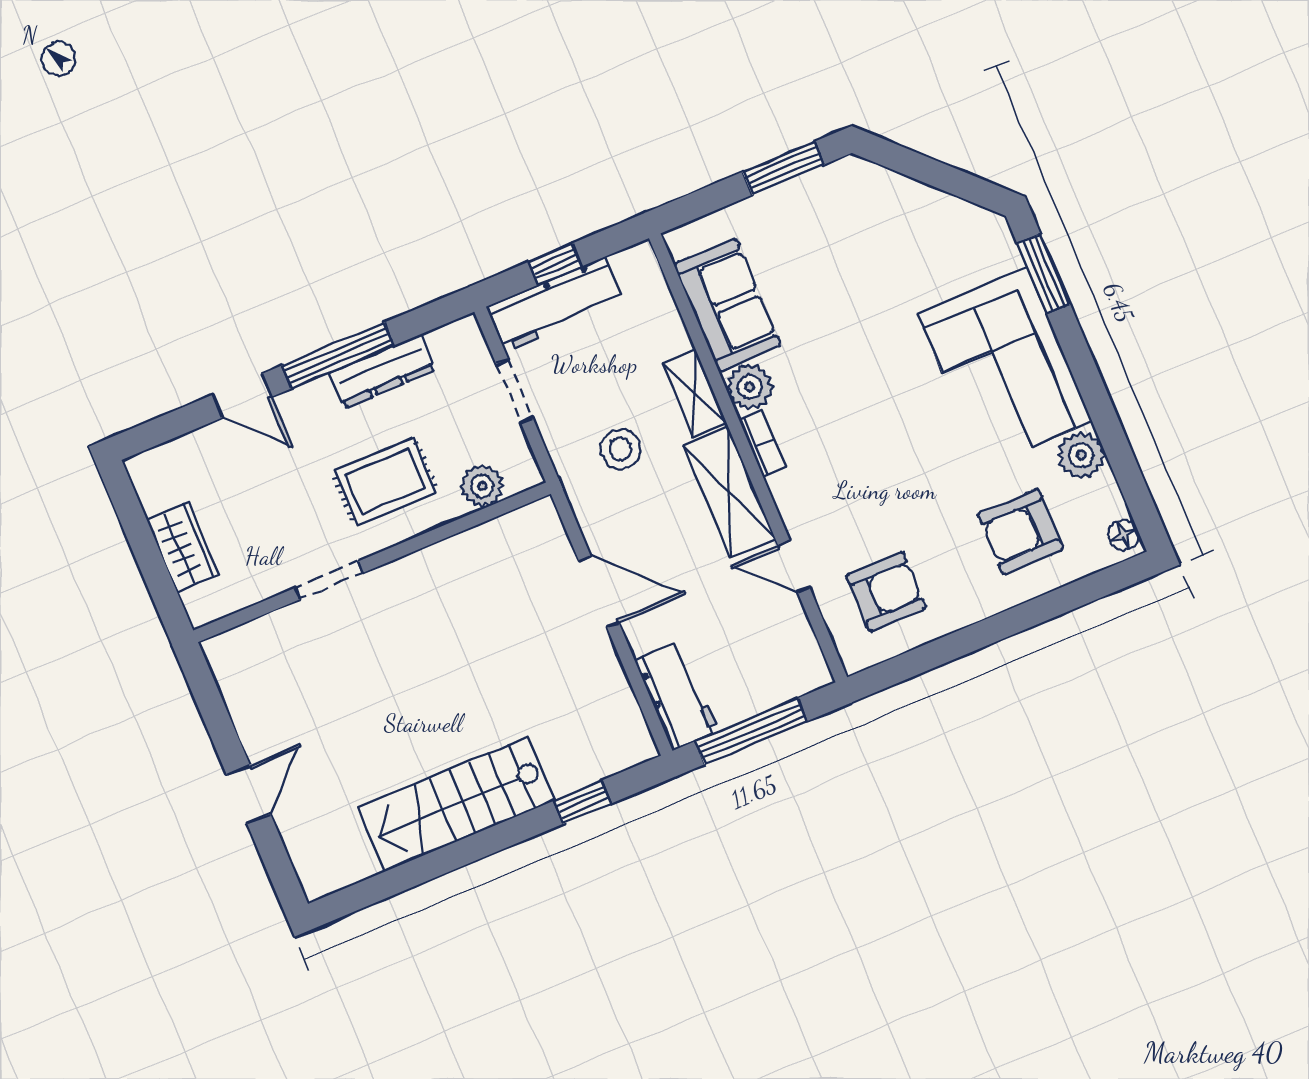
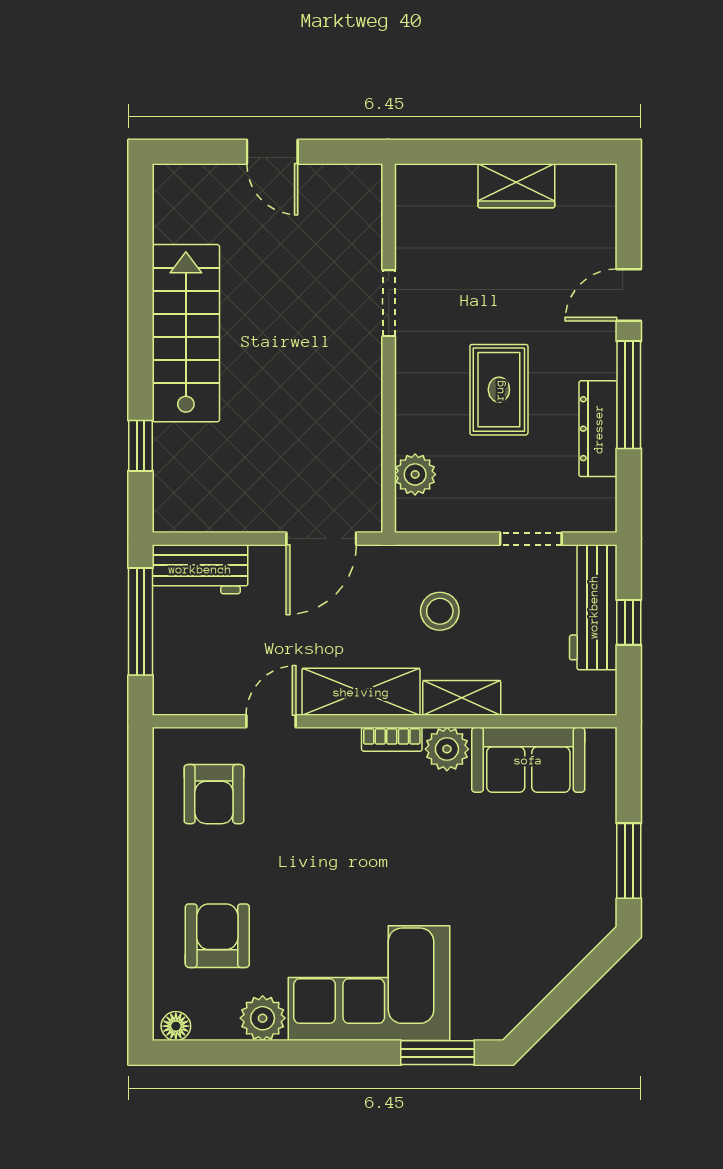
plant: (482, 486) -> (415, 474), moved
wall: (372, 562) -> (389, 348), moved
doorway: (329, 580) -> (389, 303), moved

